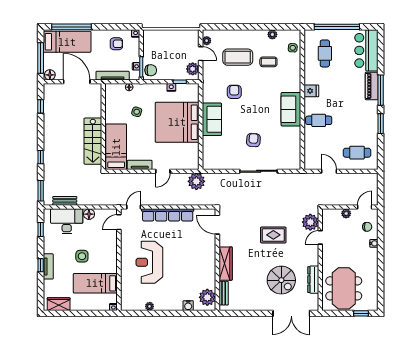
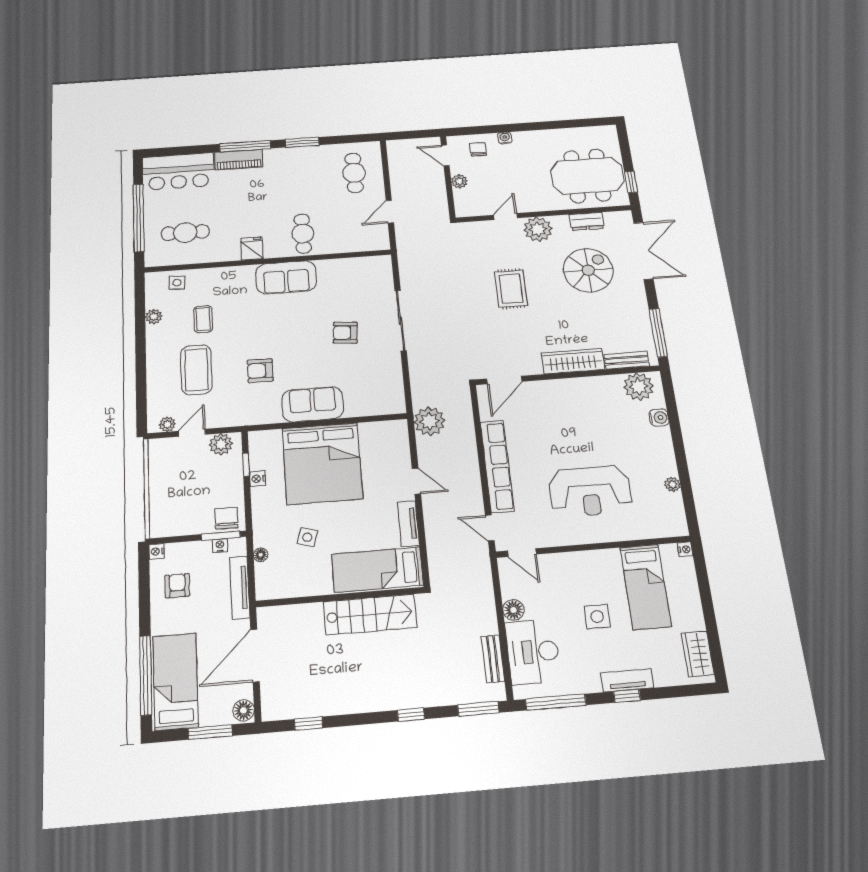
window: (41, 58) -> (210, 732), width x0.69
plant: (310, 222) -> (538, 229), moved
window: (41, 229) -> (556, 702), width x2.17
door: (320, 237) -> (505, 217), swing flipped
dresser: (313, 280) -> (587, 221), width x0.70
window: (239, 313) -> (658, 333), added
window: (361, 313) -> (631, 182), moved

